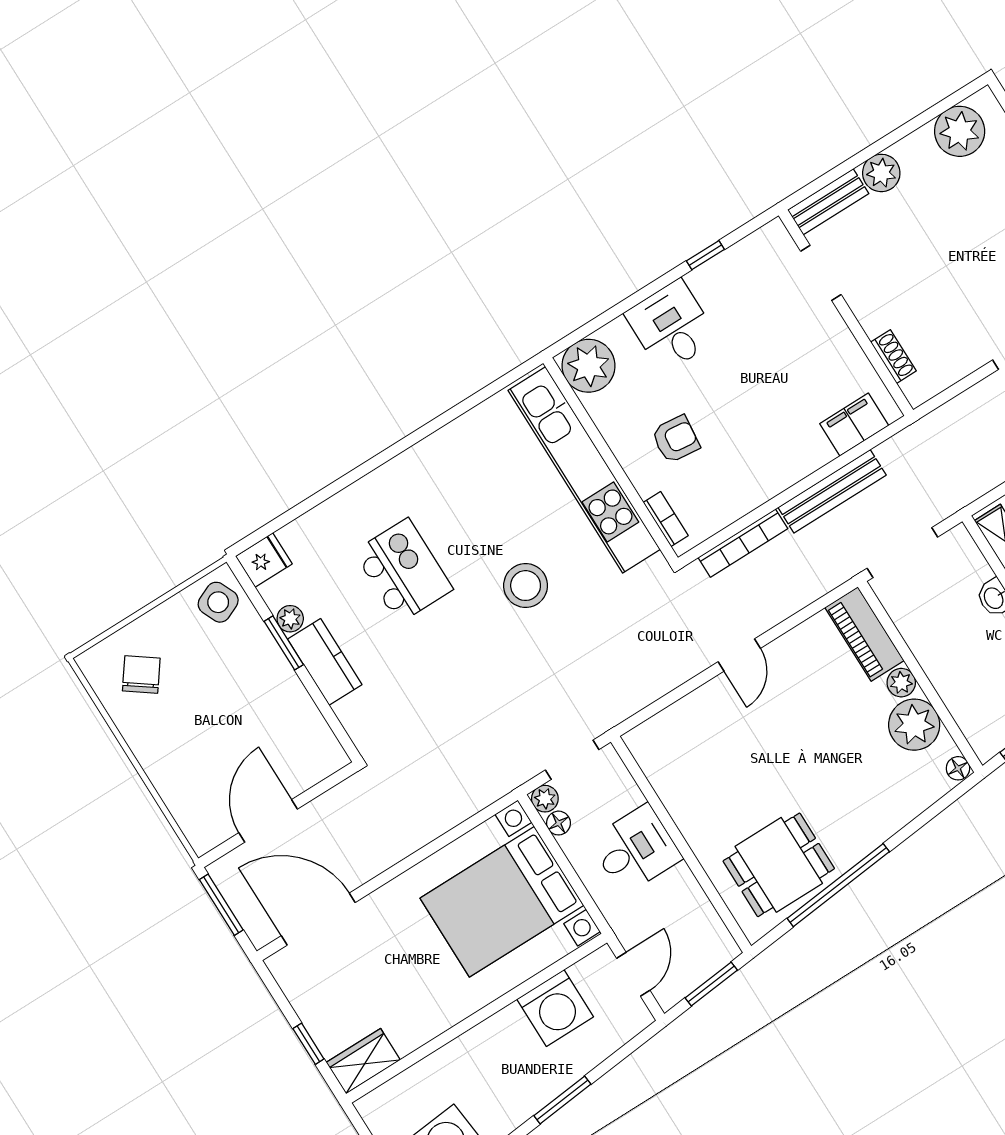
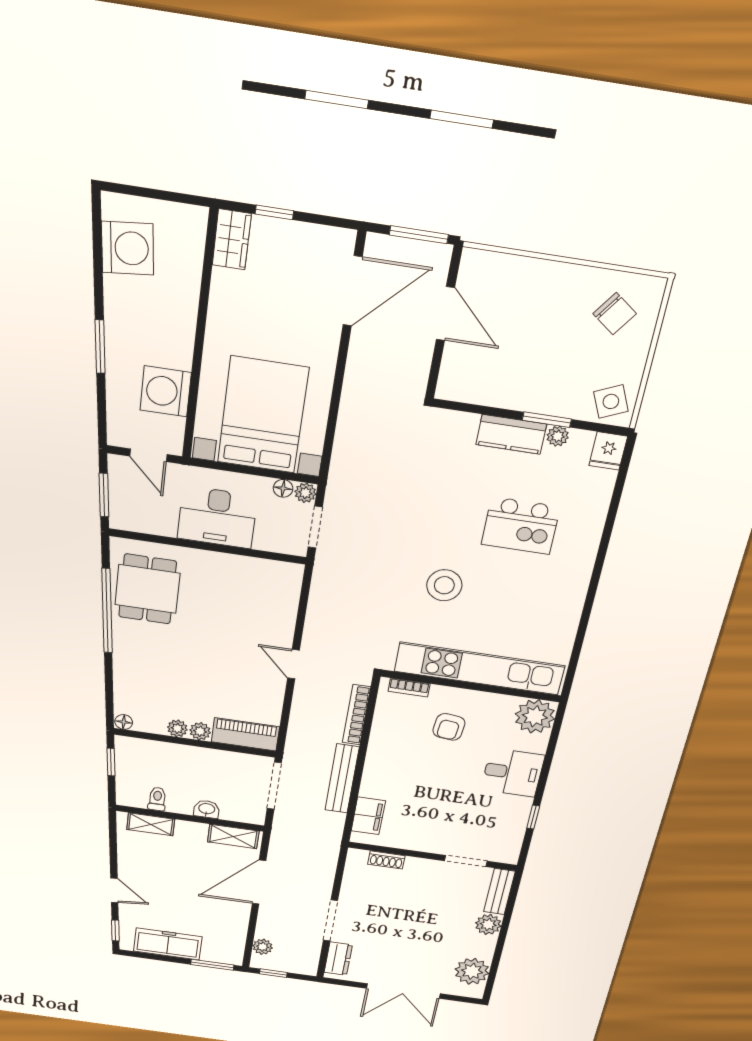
plant: (914, 725) -> (177, 728), width x0.53, depth x0.53
desk: (635, 849) -> (217, 517), width x1.37

